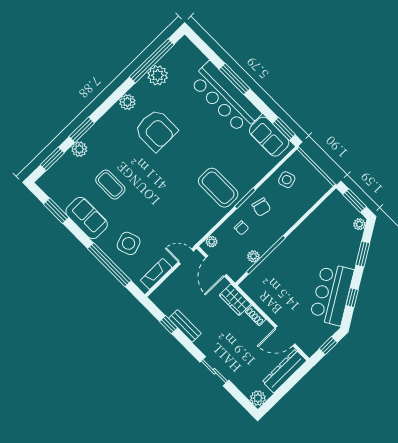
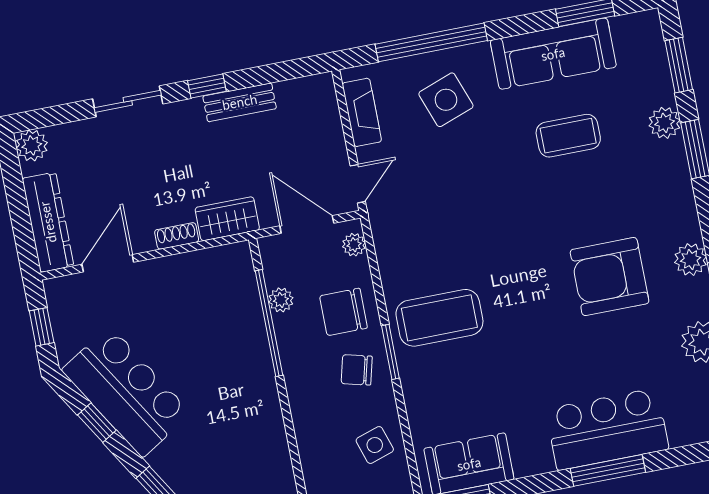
bar counter: (225, 97) -> (607, 429), width x0.73
sofa: (87, 218) -> (553, 54), width x1.36
chair: (241, 228) -> (344, 312), width x1.87, depth x1.87
window: (168, 325) -> (207, 86), moved

